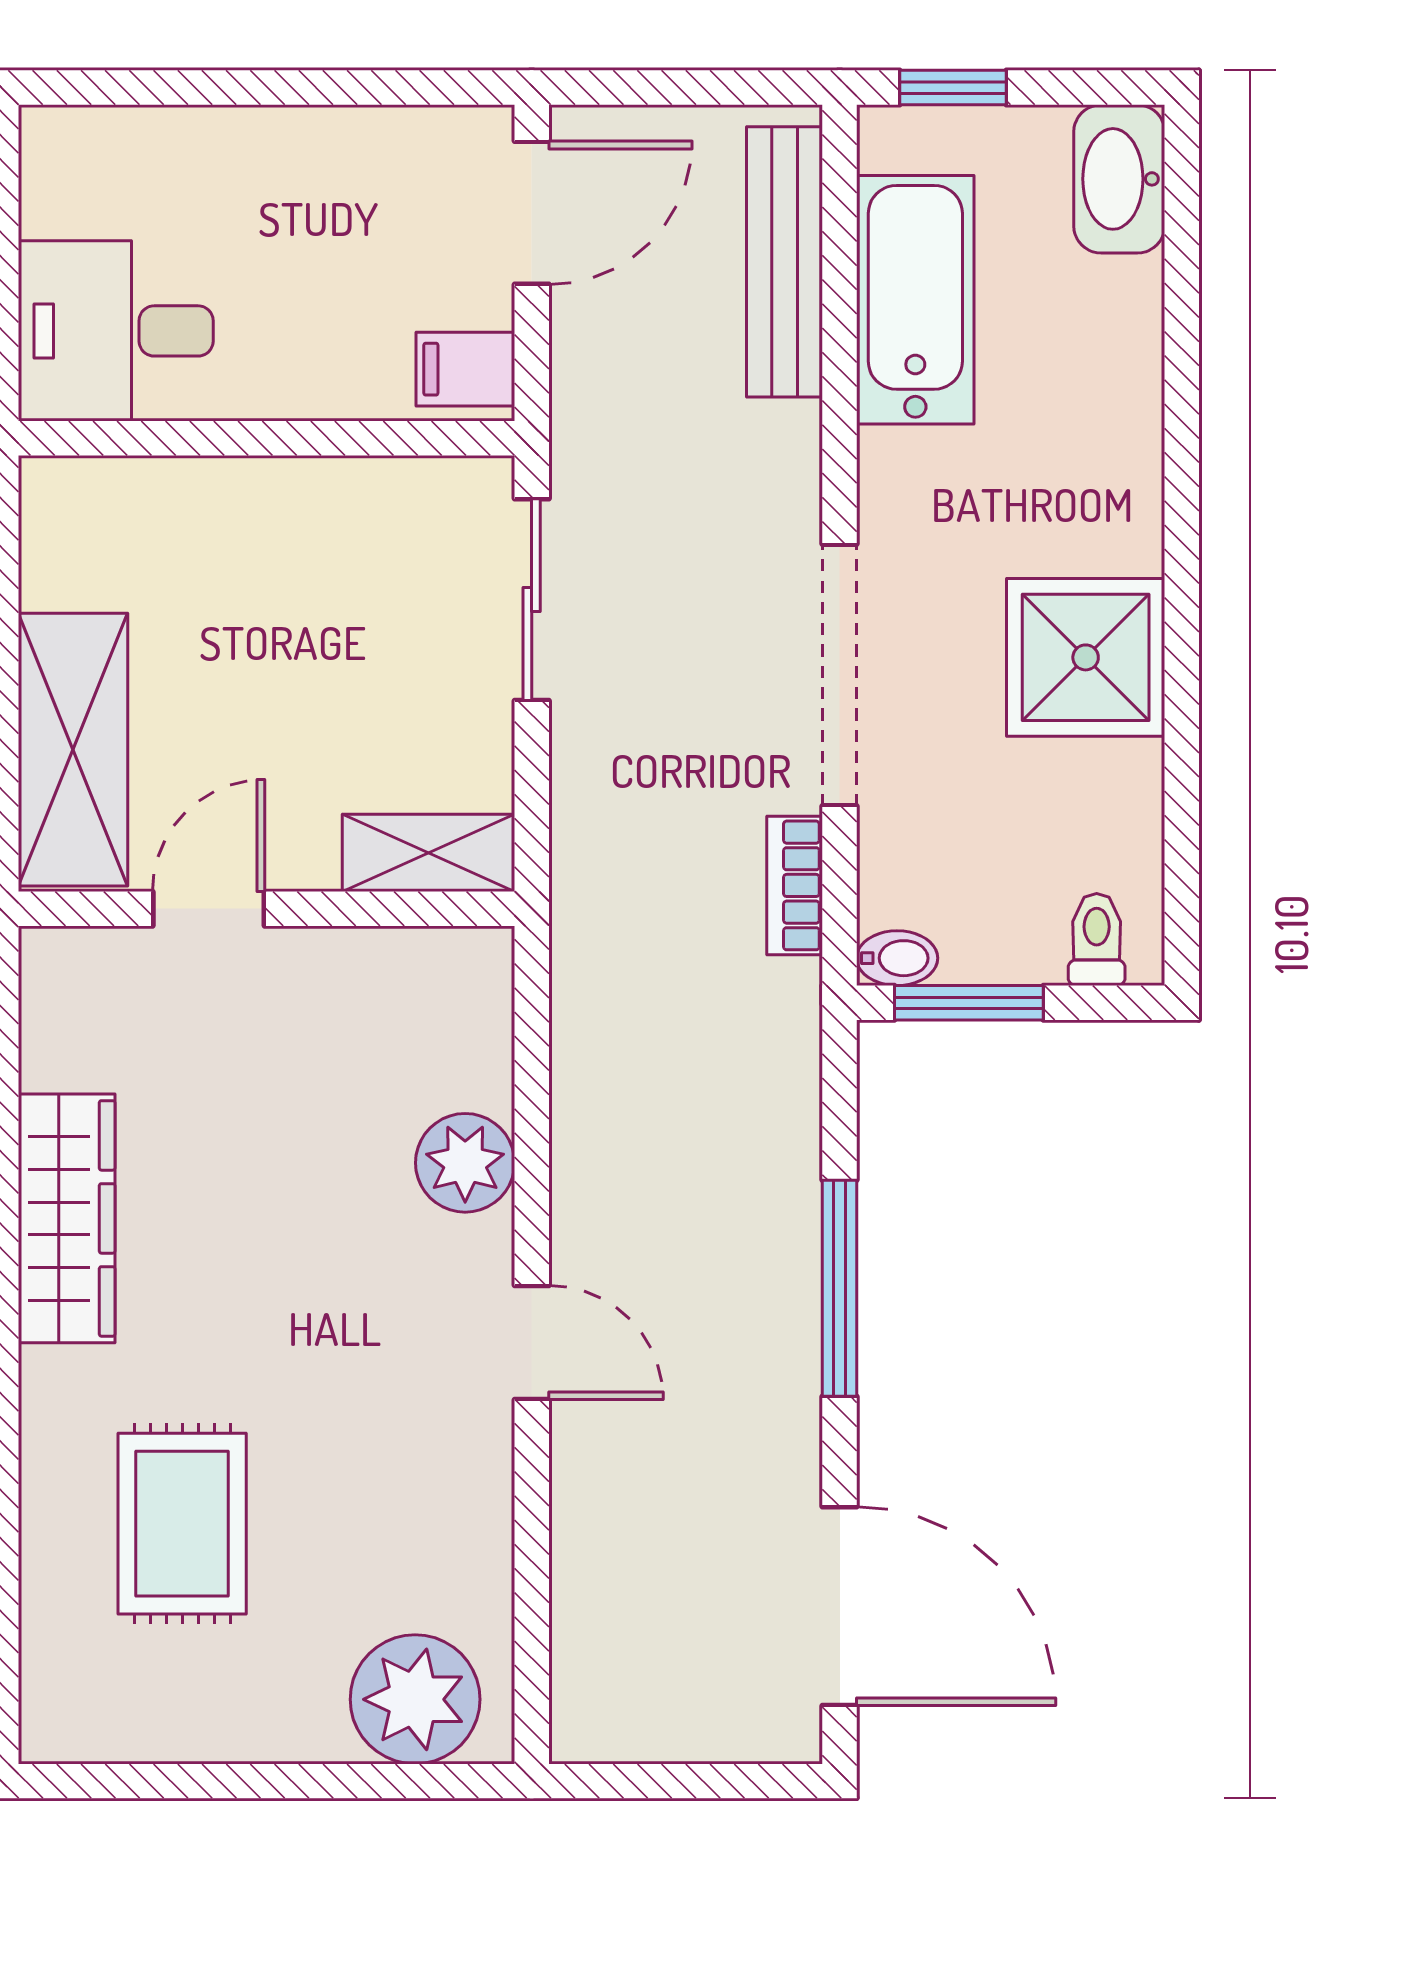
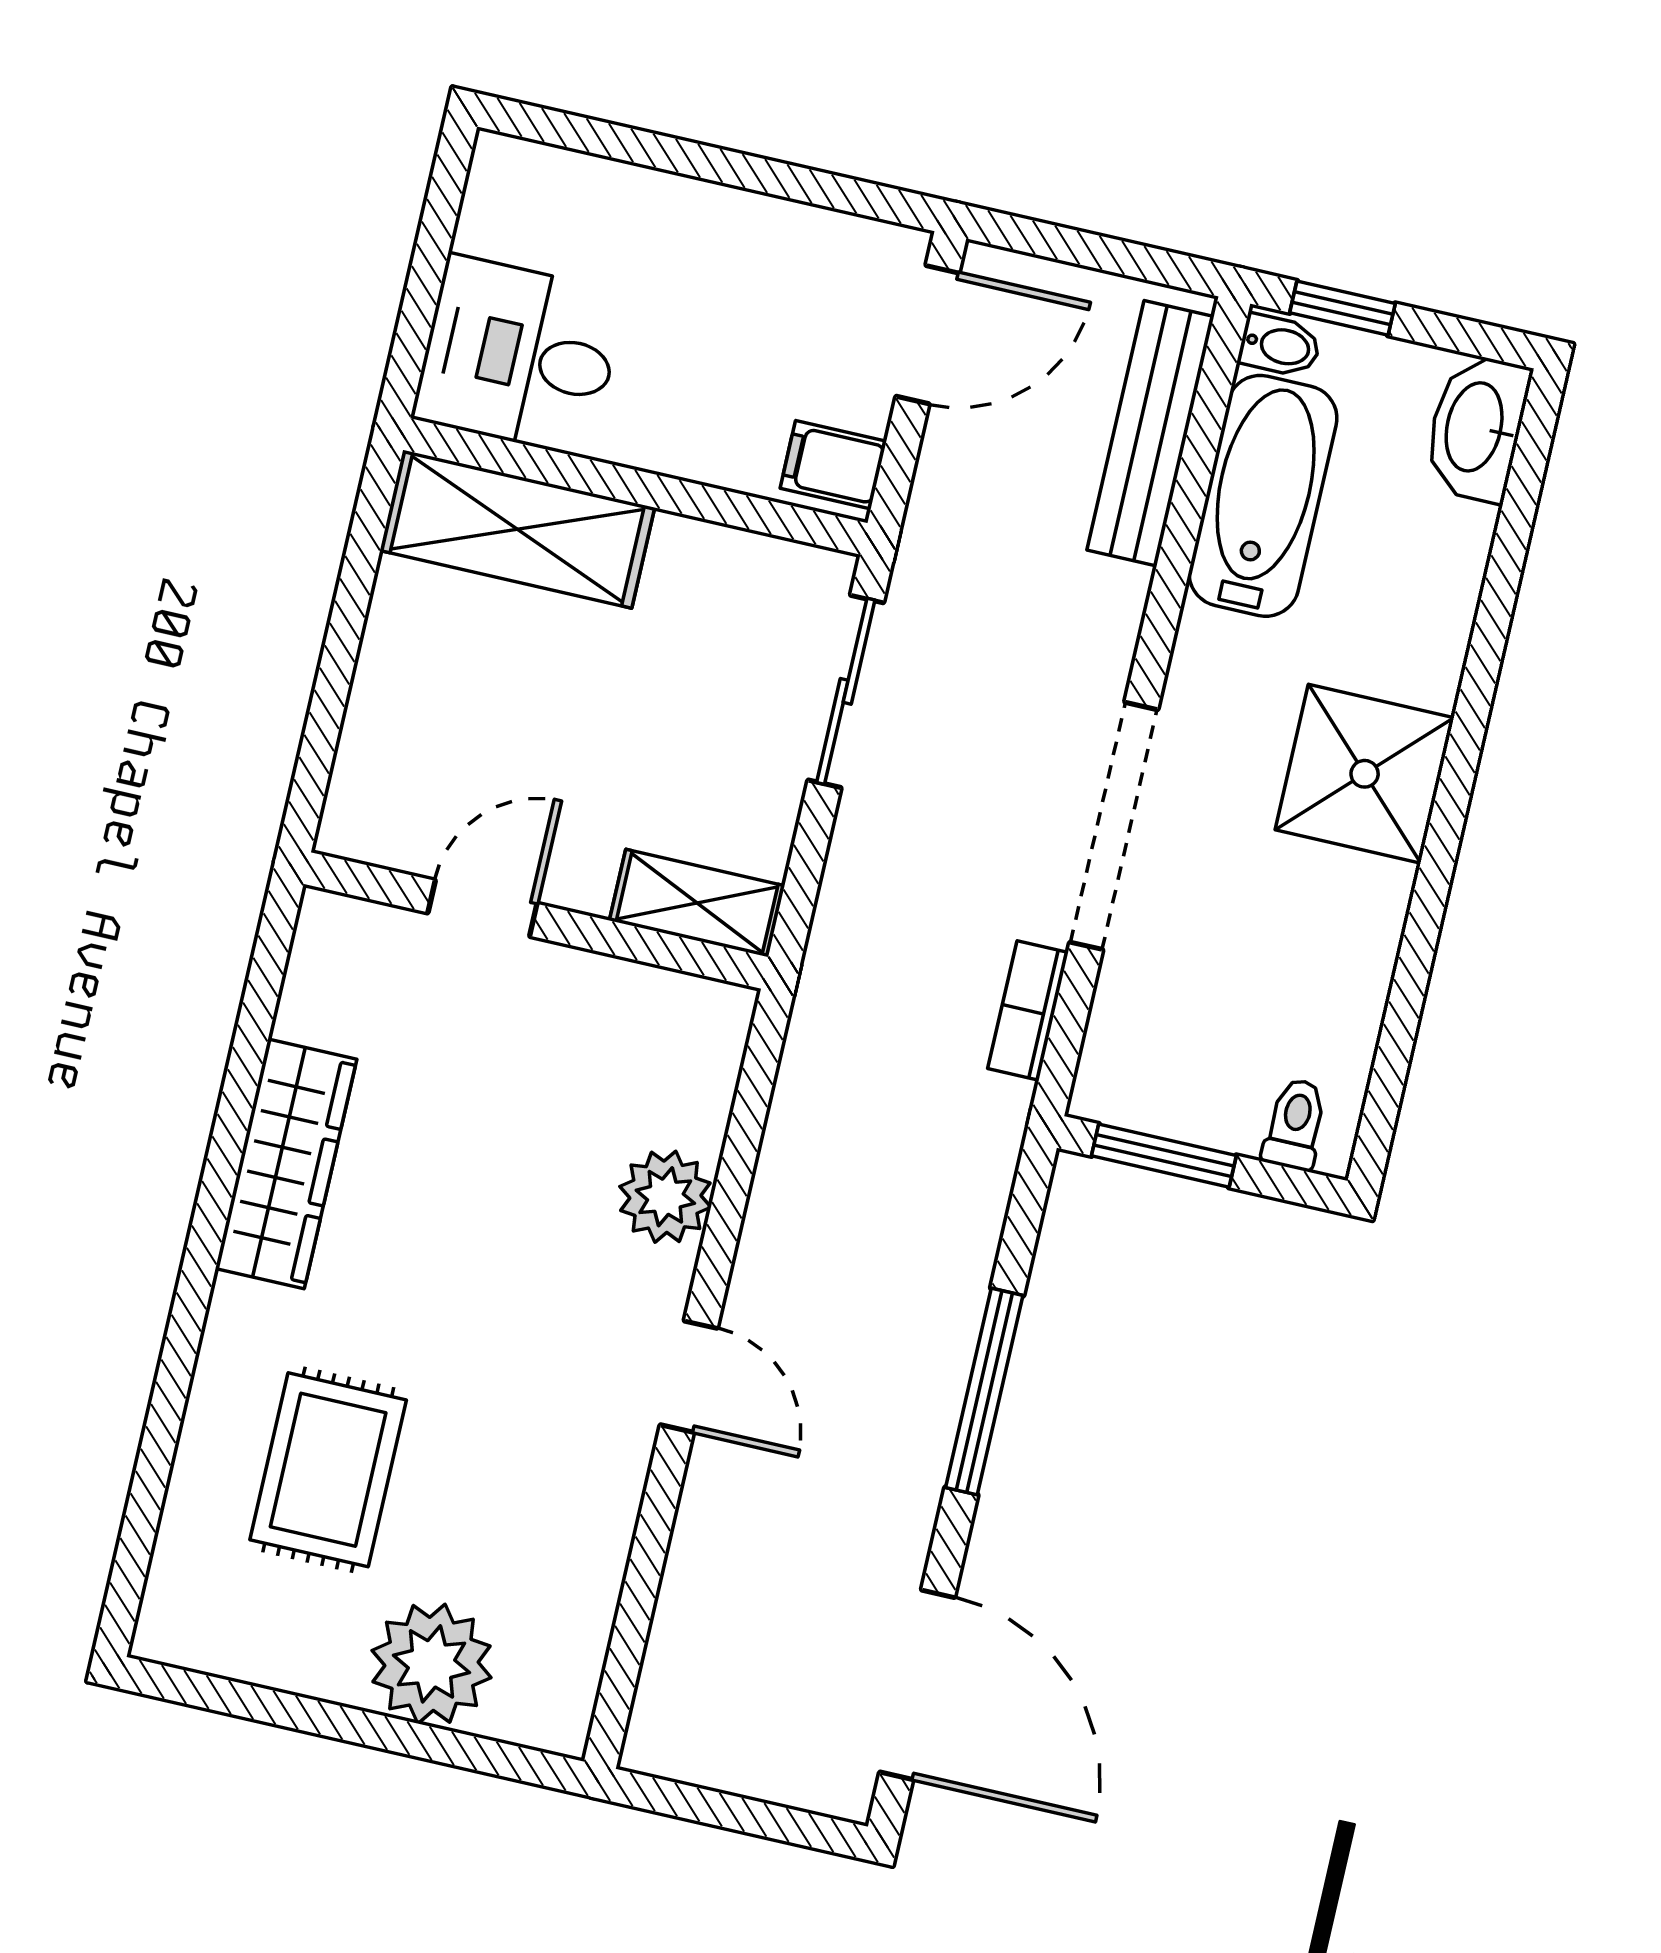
shower: (1086, 657) -> (1365, 774), moved
shelving: (73, 750) -> (517, 529), moved, turned 90
bidet: (897, 958) -> (1280, 346), moved
plant: (415, 1699) -> (432, 1664), moved

